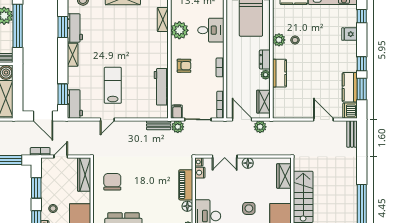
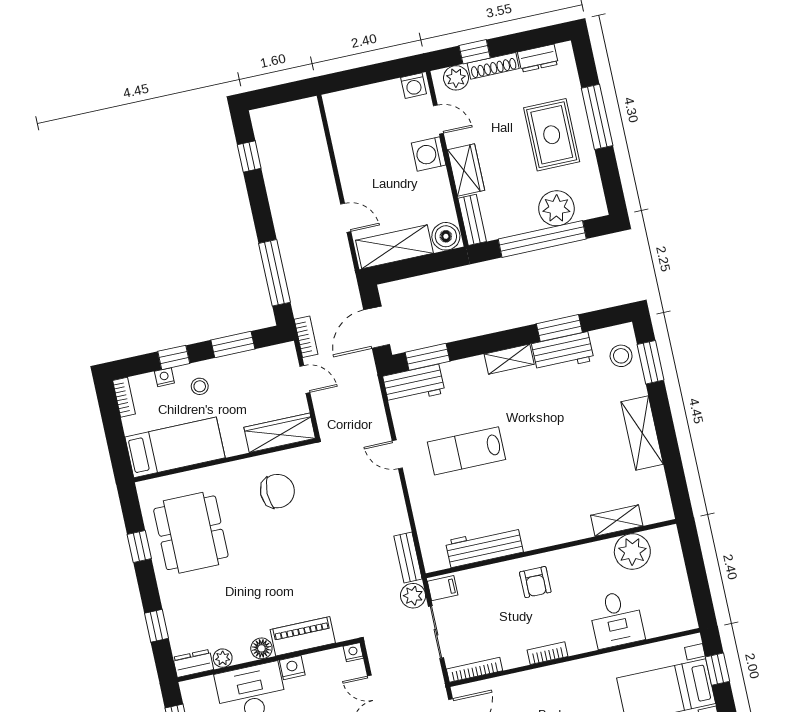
plant: (179, 30) -> (632, 551), moved
lab bench: (113, 85) -> (467, 451), turned 180
nightstand: (200, 173) -> (292, 668), moved

